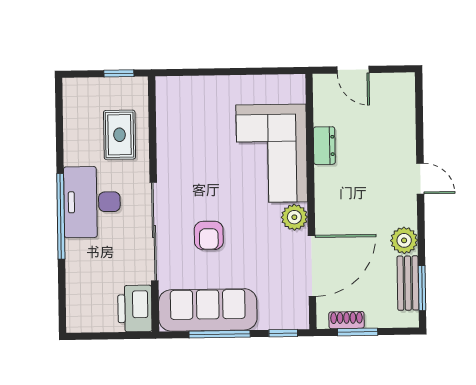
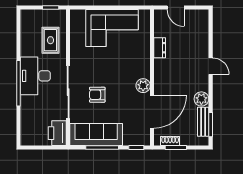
corner sofa: (272, 153) -> (112, 28), moved, turned -90
armchair: (209, 235) -> (97, 95), turned 90

